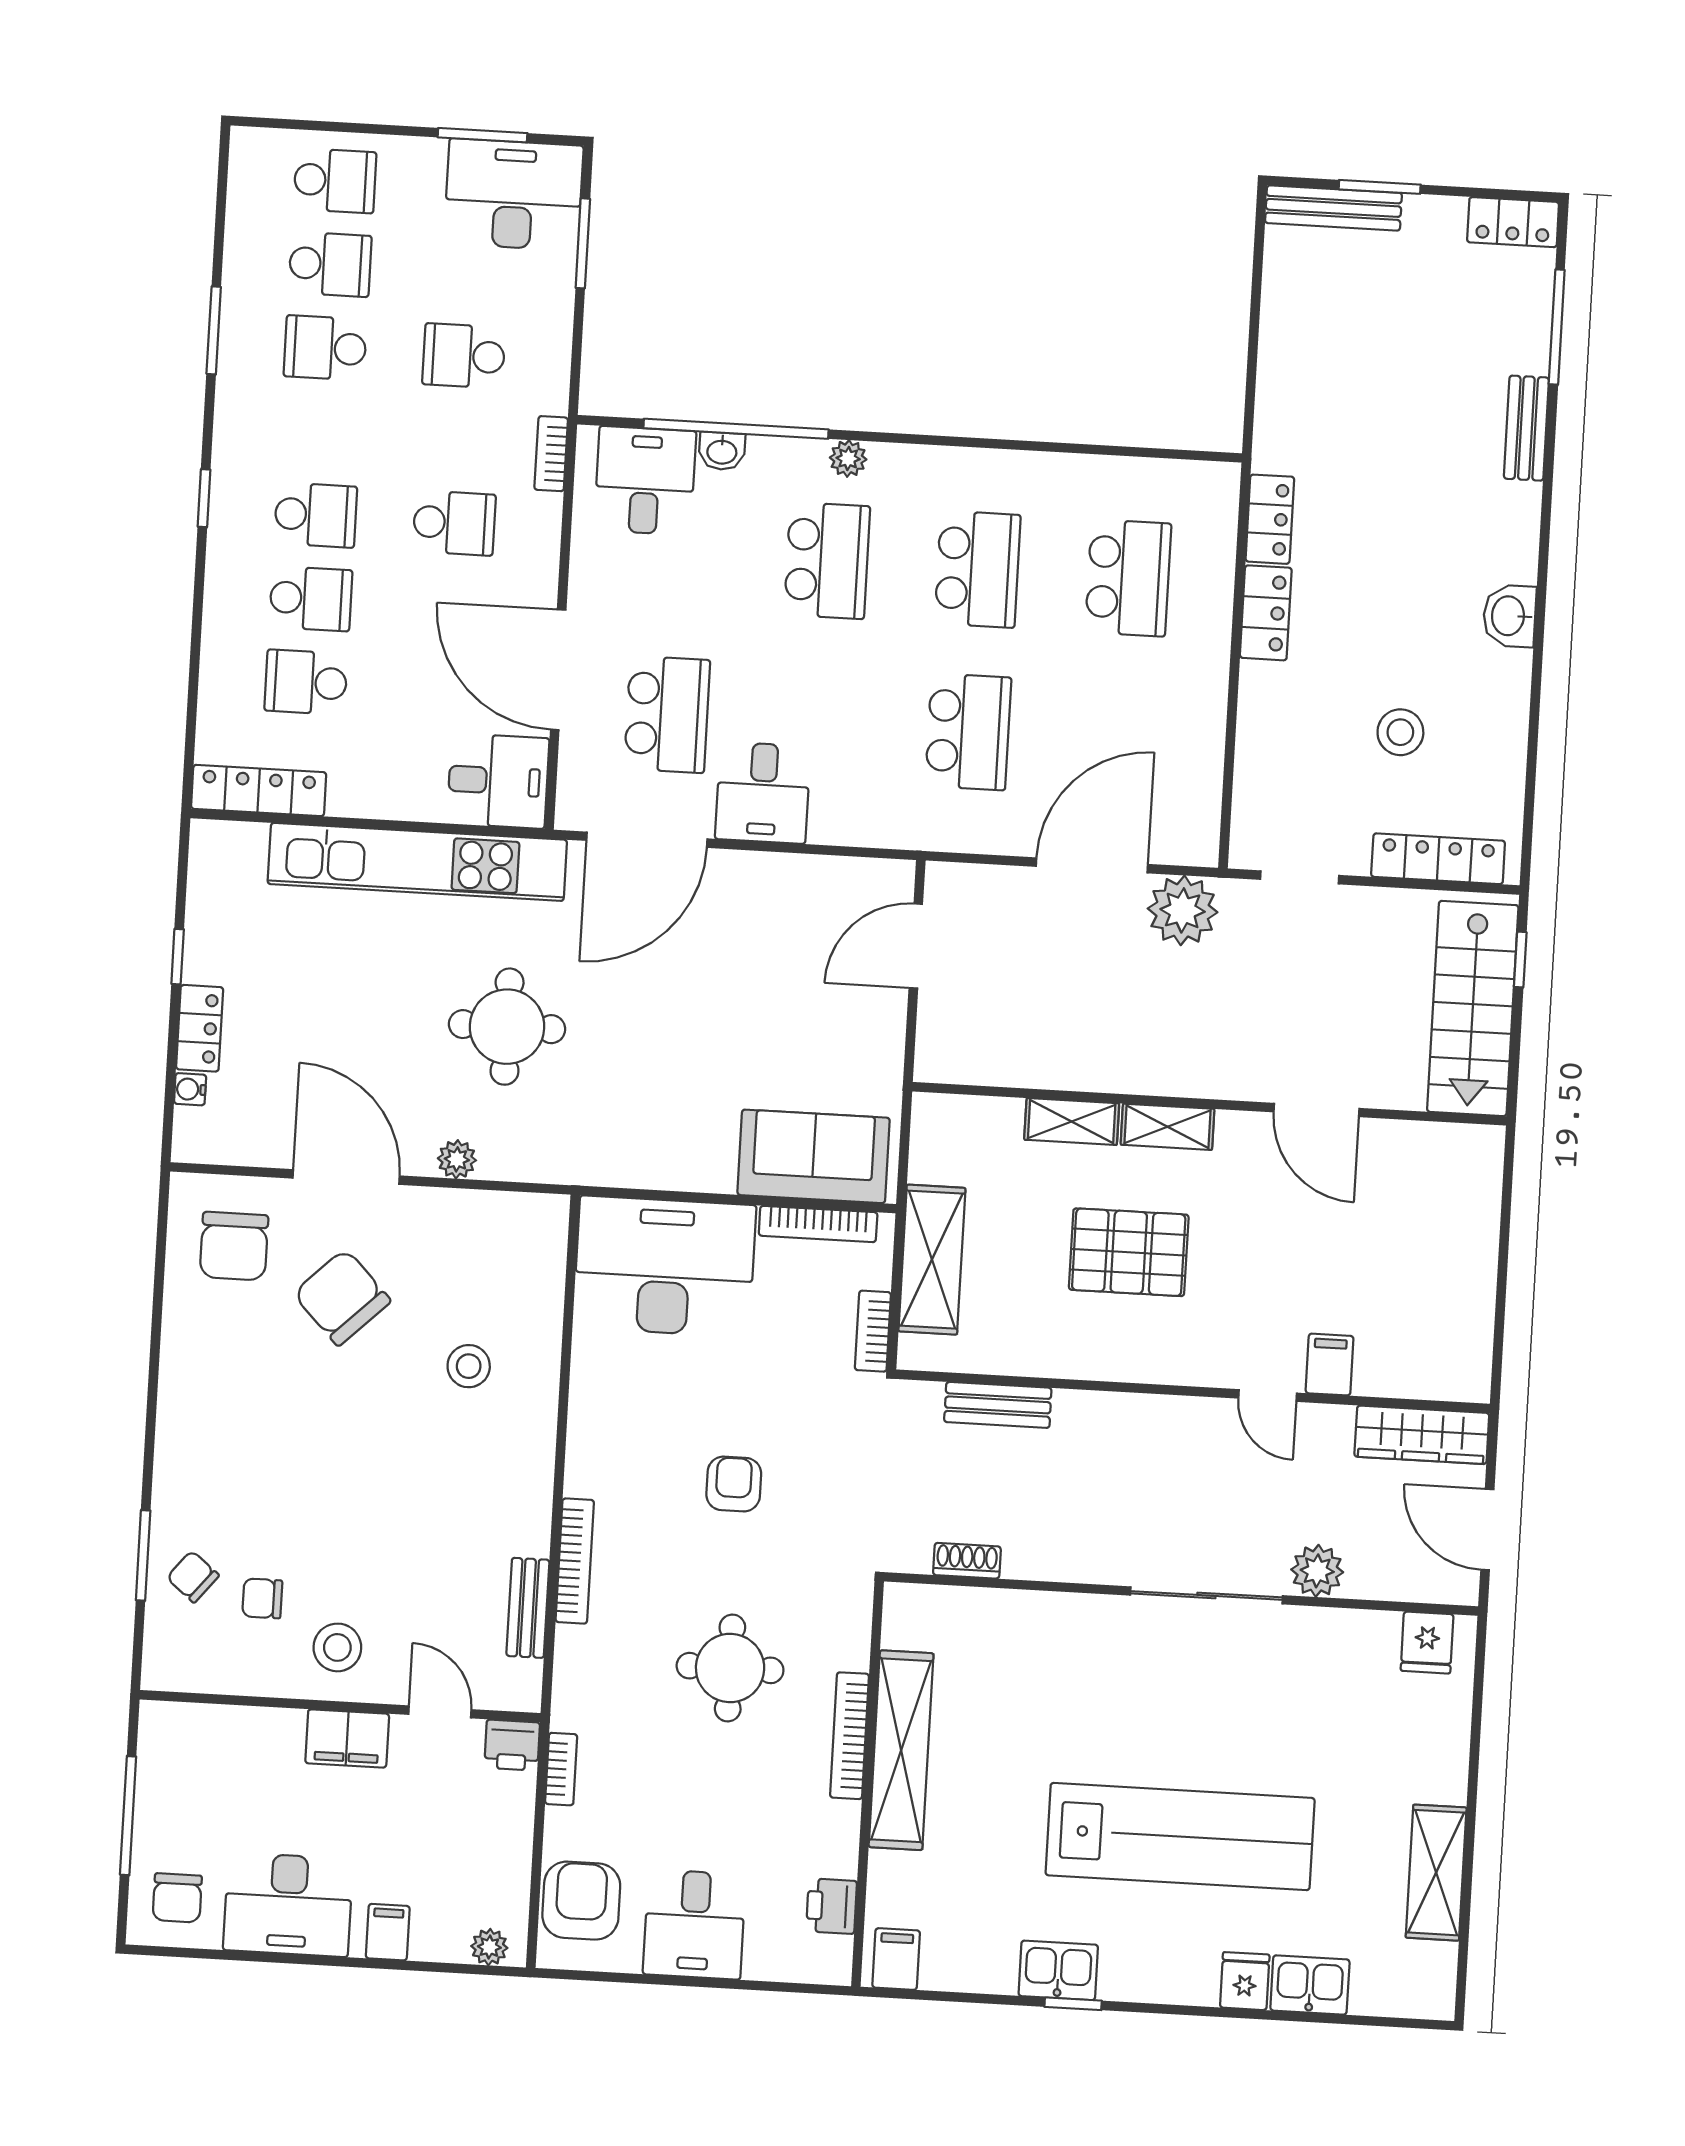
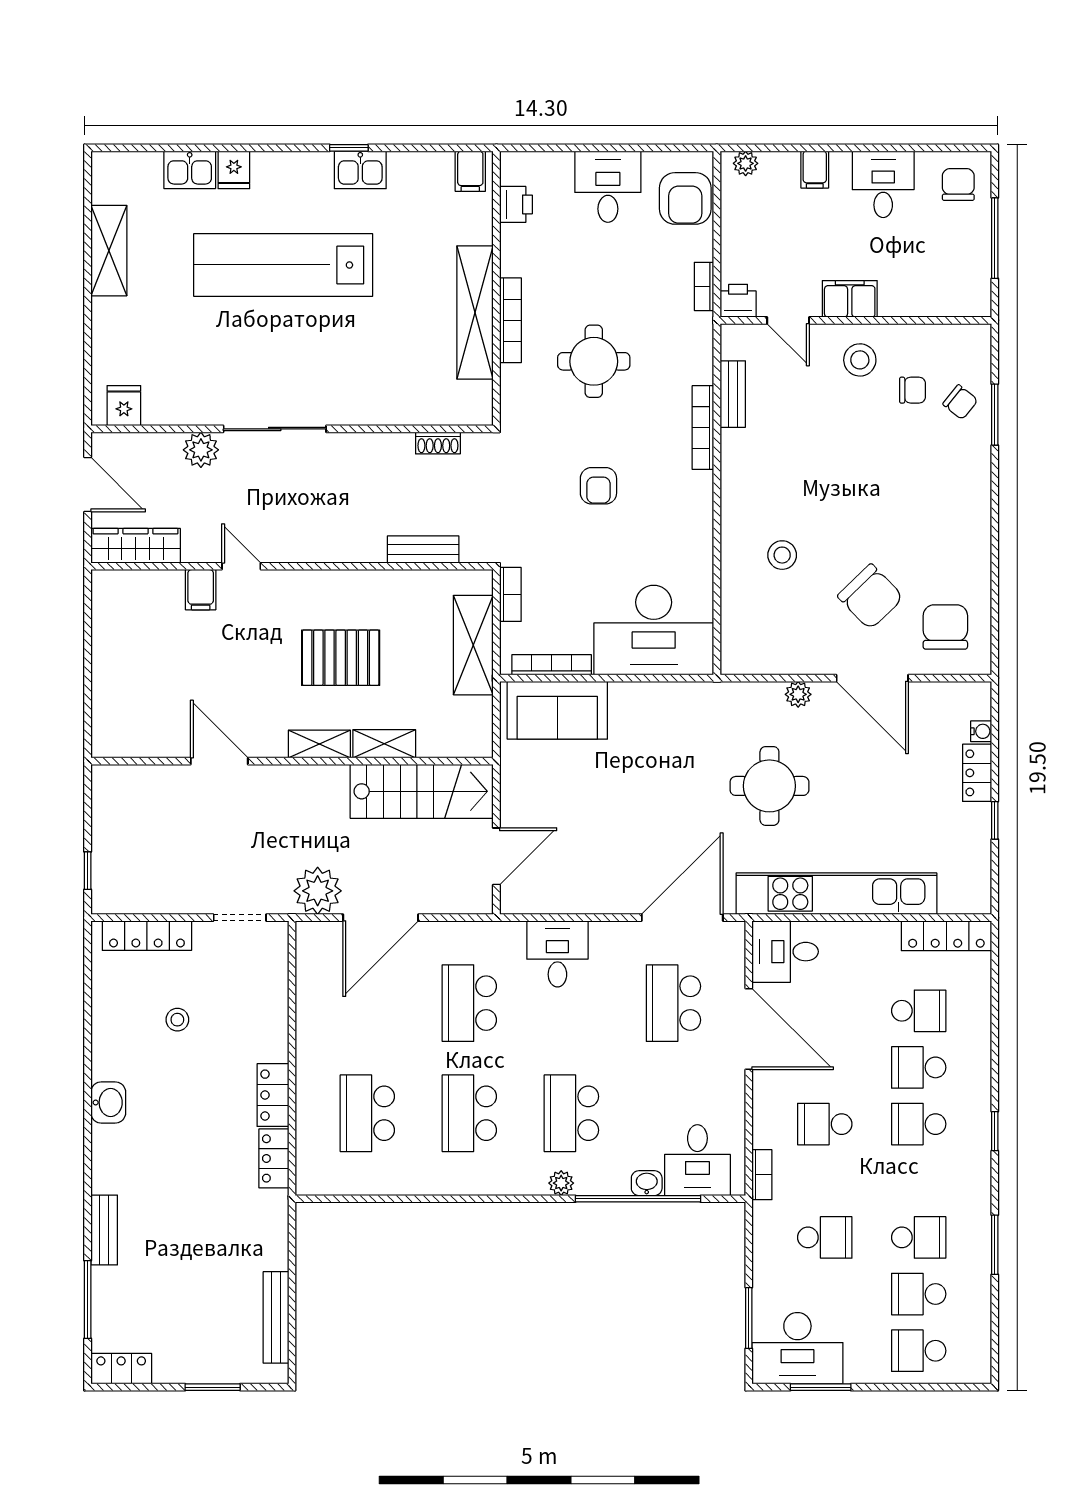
bench: (1333, 208) -> (276, 1317), moved, turned 90
stool: (1400, 732) -> (177, 1020), width x0.73, depth x0.73
desk: (763, 793) -> (557, 954), moved
stairs: (1473, 1008) -> (422, 791), moved, turned 90
desk: (288, 1905) -> (883, 184), width x0.73

